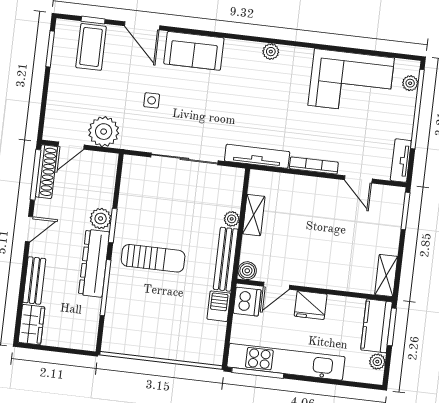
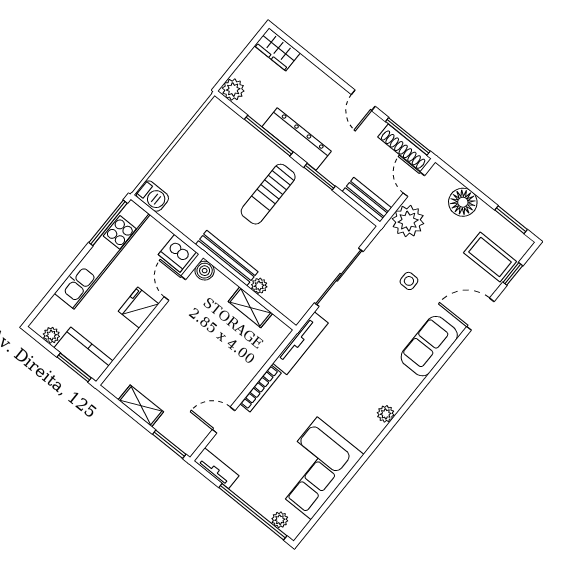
floor lamp: (61, 97) -> (463, 202), added
plant: (101, 218) -> (233, 89), moved
shelving: (386, 276) -> (141, 406), moved
bench: (34, 281) -> (367, 200), moved
barbecue: (219, 306) -> (152, 196), moved

